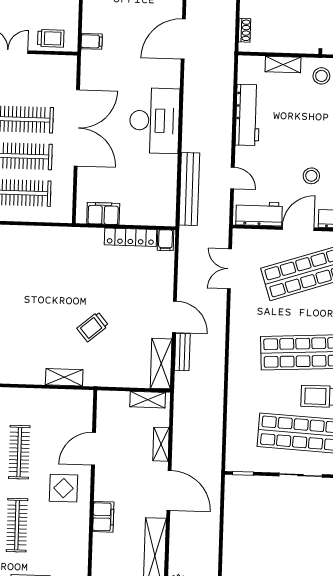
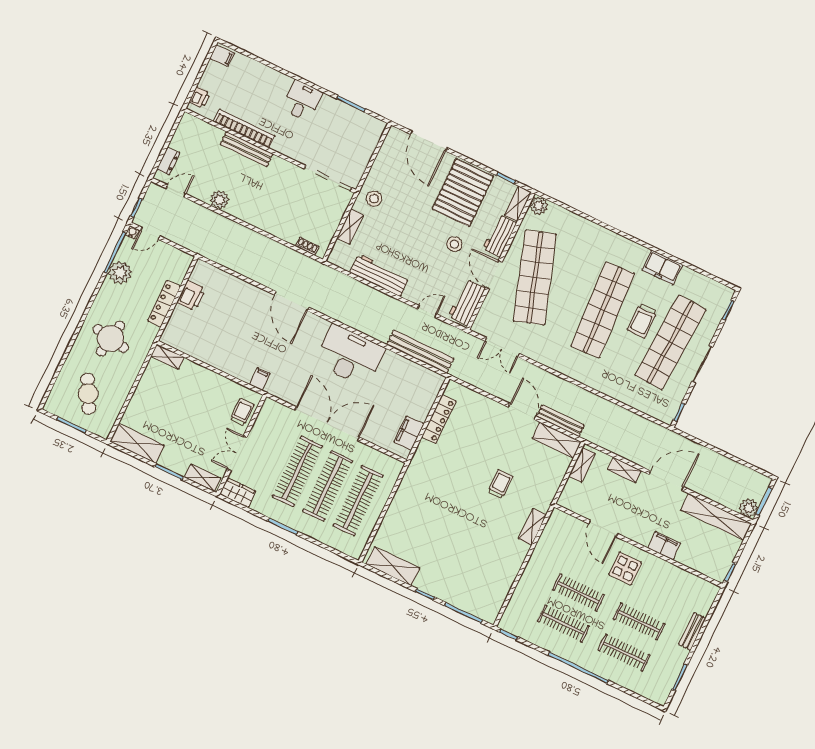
filing cabinet: (165, 240) -> (454, 391), removed
door: (174, 317) -> (522, 412), hinge flipped
trolley: (93, 327) -> (500, 484), turned -140
bench: (182, 352) -> (560, 421), width x1.36

